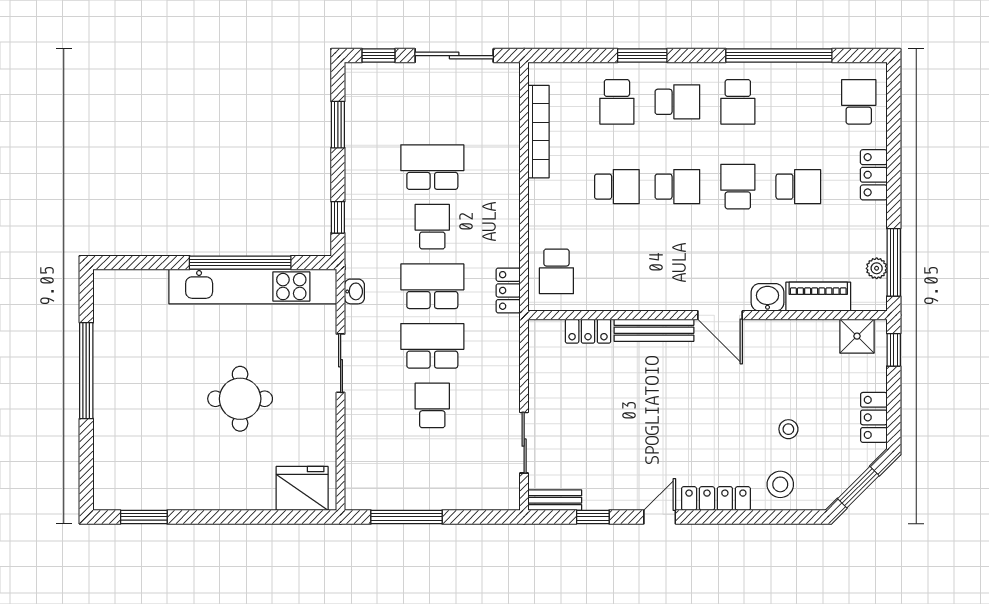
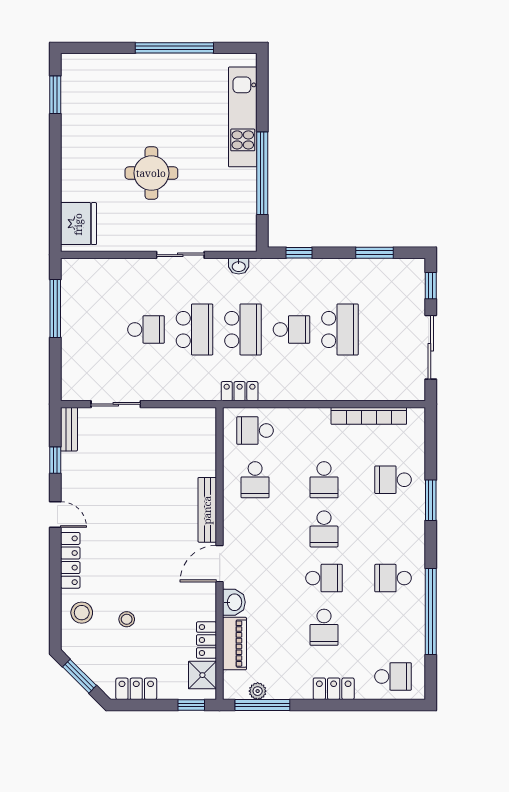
school desk: (677, 102) -> (255, 480), moved
kitchen unit: (253, 287) -> (243, 117), moved, width x0.73
locker: (588, 331) -> (206, 640), moved

